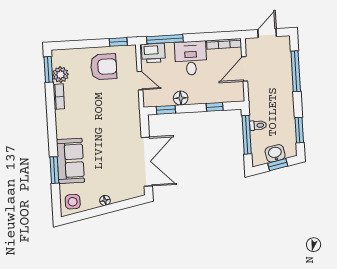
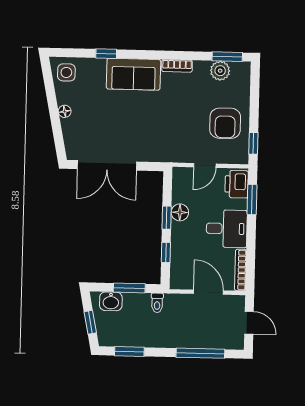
window: (165, 39) -> (252, 199), width x0.69
bookcase: (59, 97) -> (177, 66), moved
window: (166, 110) -> (167, 218), moved
toilet: (258, 125) -> (157, 303), moved
window: (247, 135) -> (129, 288), width x0.69
washbasin: (275, 153) -> (111, 301), moved, turned 101
sofa: (70, 161) -> (133, 74), moved
window: (54, 170) -> (106, 54), width x0.67

